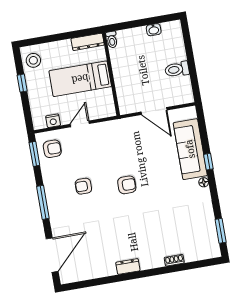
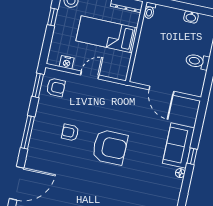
sofa: (190, 149) -> (179, 146), width x0.73
armchair: (127, 185) -> (110, 147), width x1.88, depth x1.88

